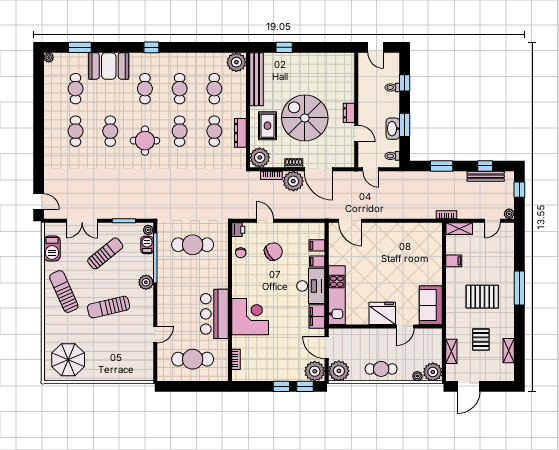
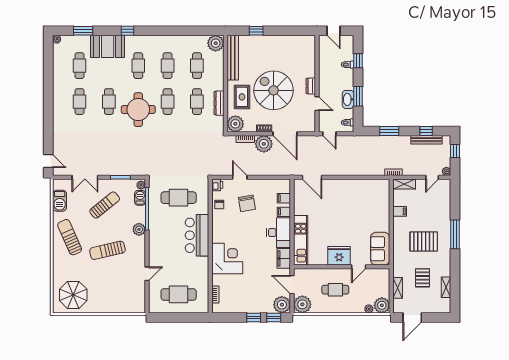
window: (151, 47) -> (128, 31), moved
round table: (145, 141) -> (138, 110), width x1.36, depth x1.36
chair: (273, 251) -> (247, 203), turned 112
bar counter: (214, 314) -> (197, 235), moved
cafe table: (381, 369) -> (335, 290), moved

